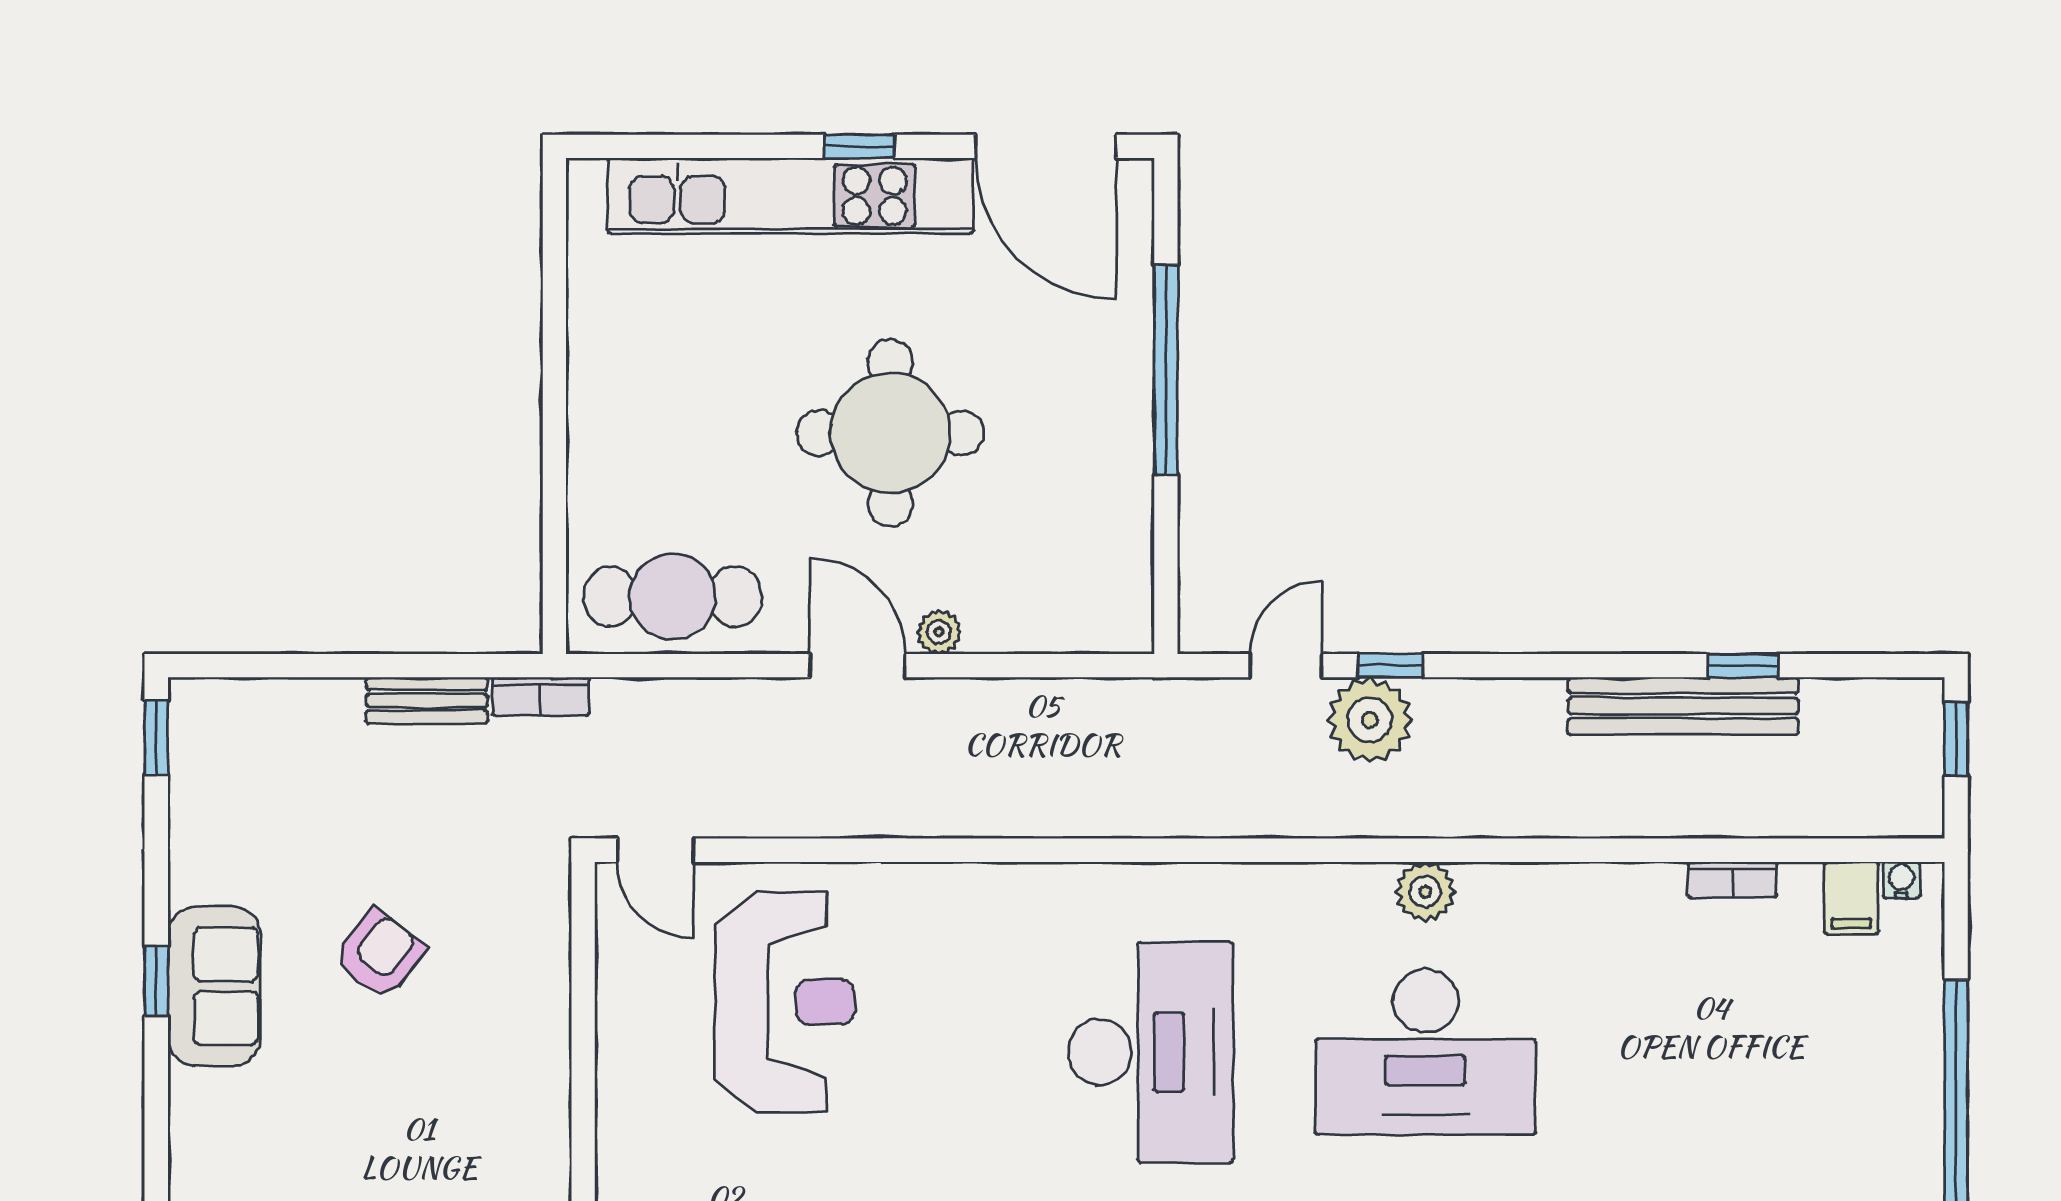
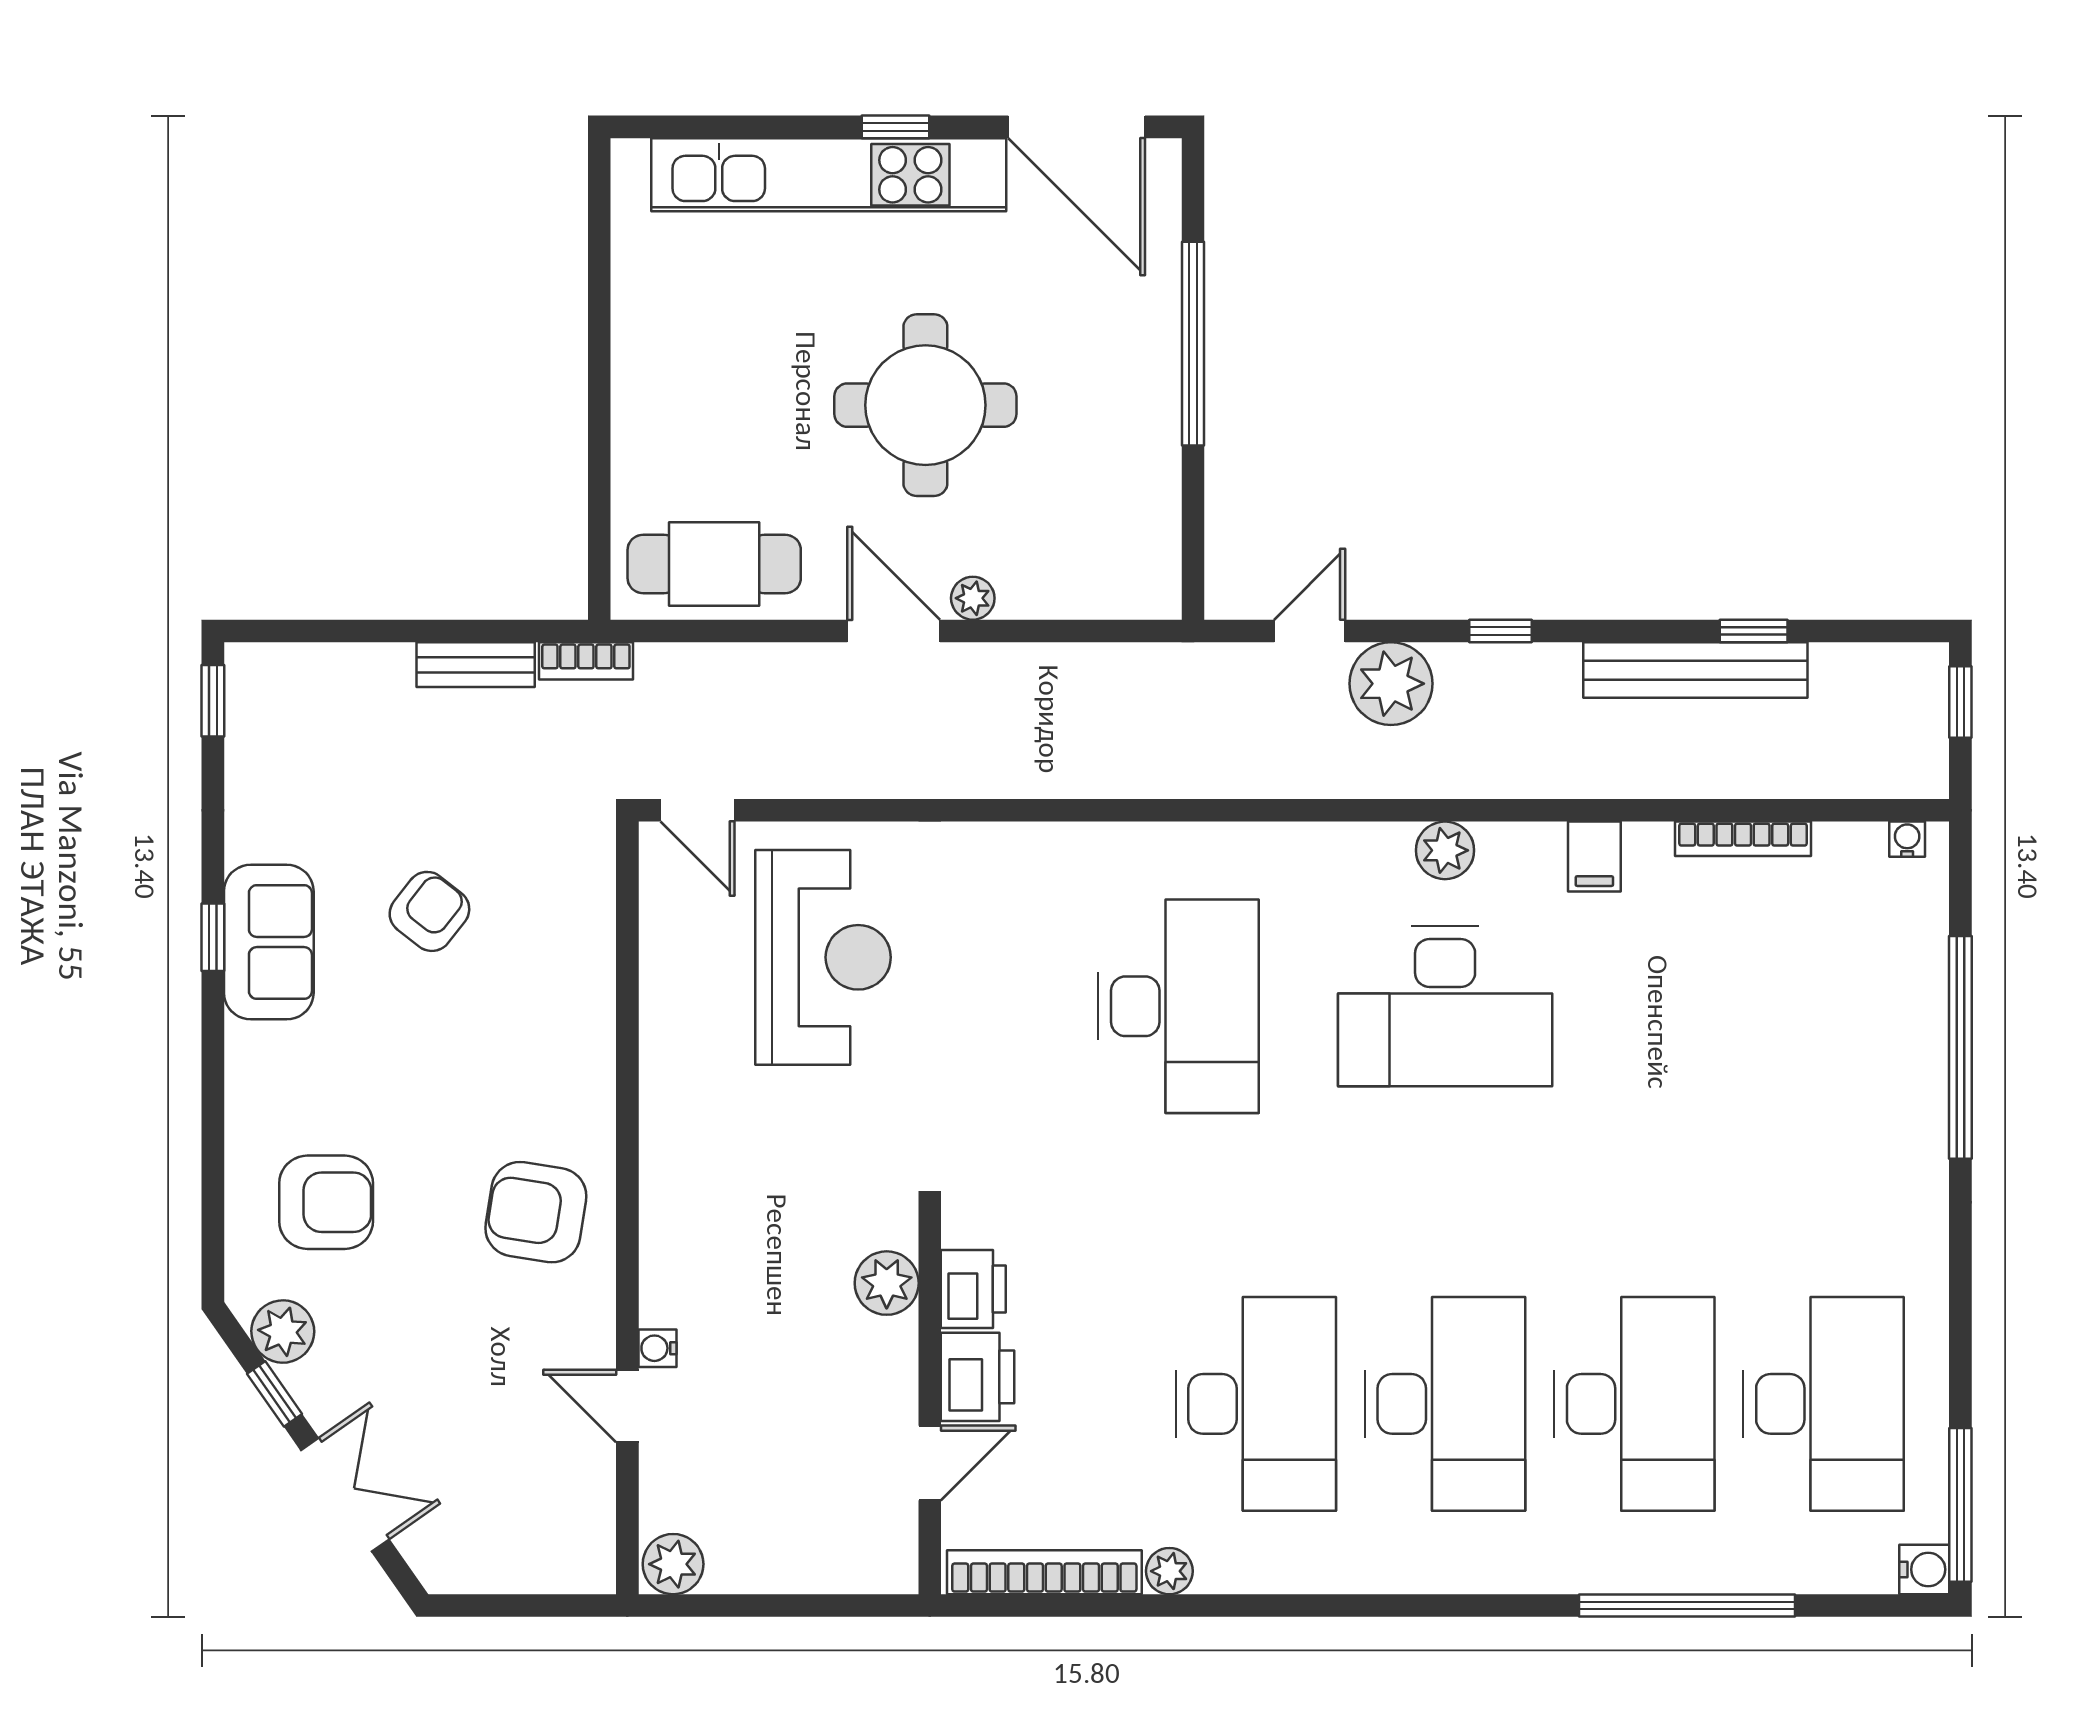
window: (1390, 666) -> (1500, 631), moved
bookcase: (1732, 880) -> (1743, 839), width x1.56
filing cabinet: (1851, 898) -> (1594, 857), moved

